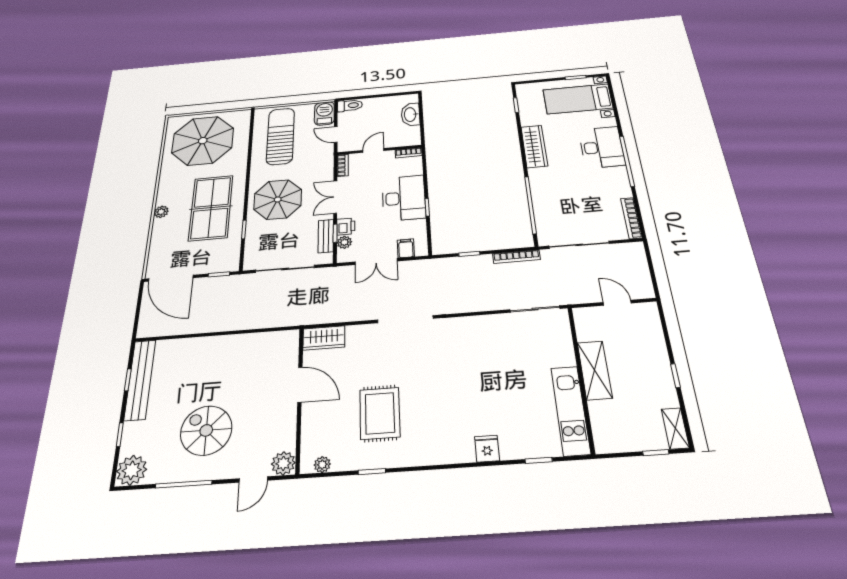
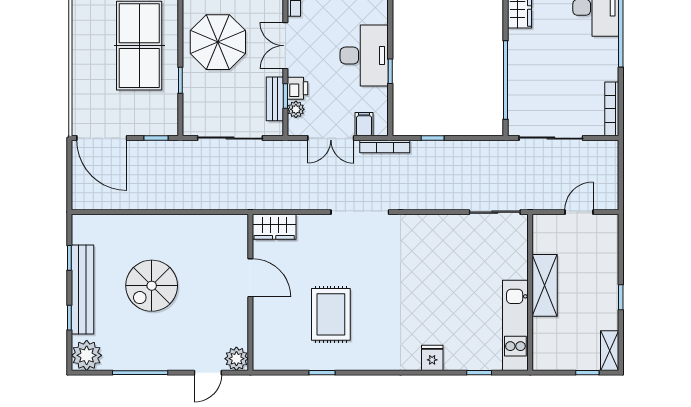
plant: (161, 212) -> (80, 45), removed
bookcase: (516, 257) -> (385, 146), moved
door: (617, 303) -> (579, 212), hinge flipped
bench: (140, 380) -> (82, 289), moved
spiral stairs: (206, 430) -> (152, 286), moved, turned -90
plant: (322, 465) -> (274, 362), removed

